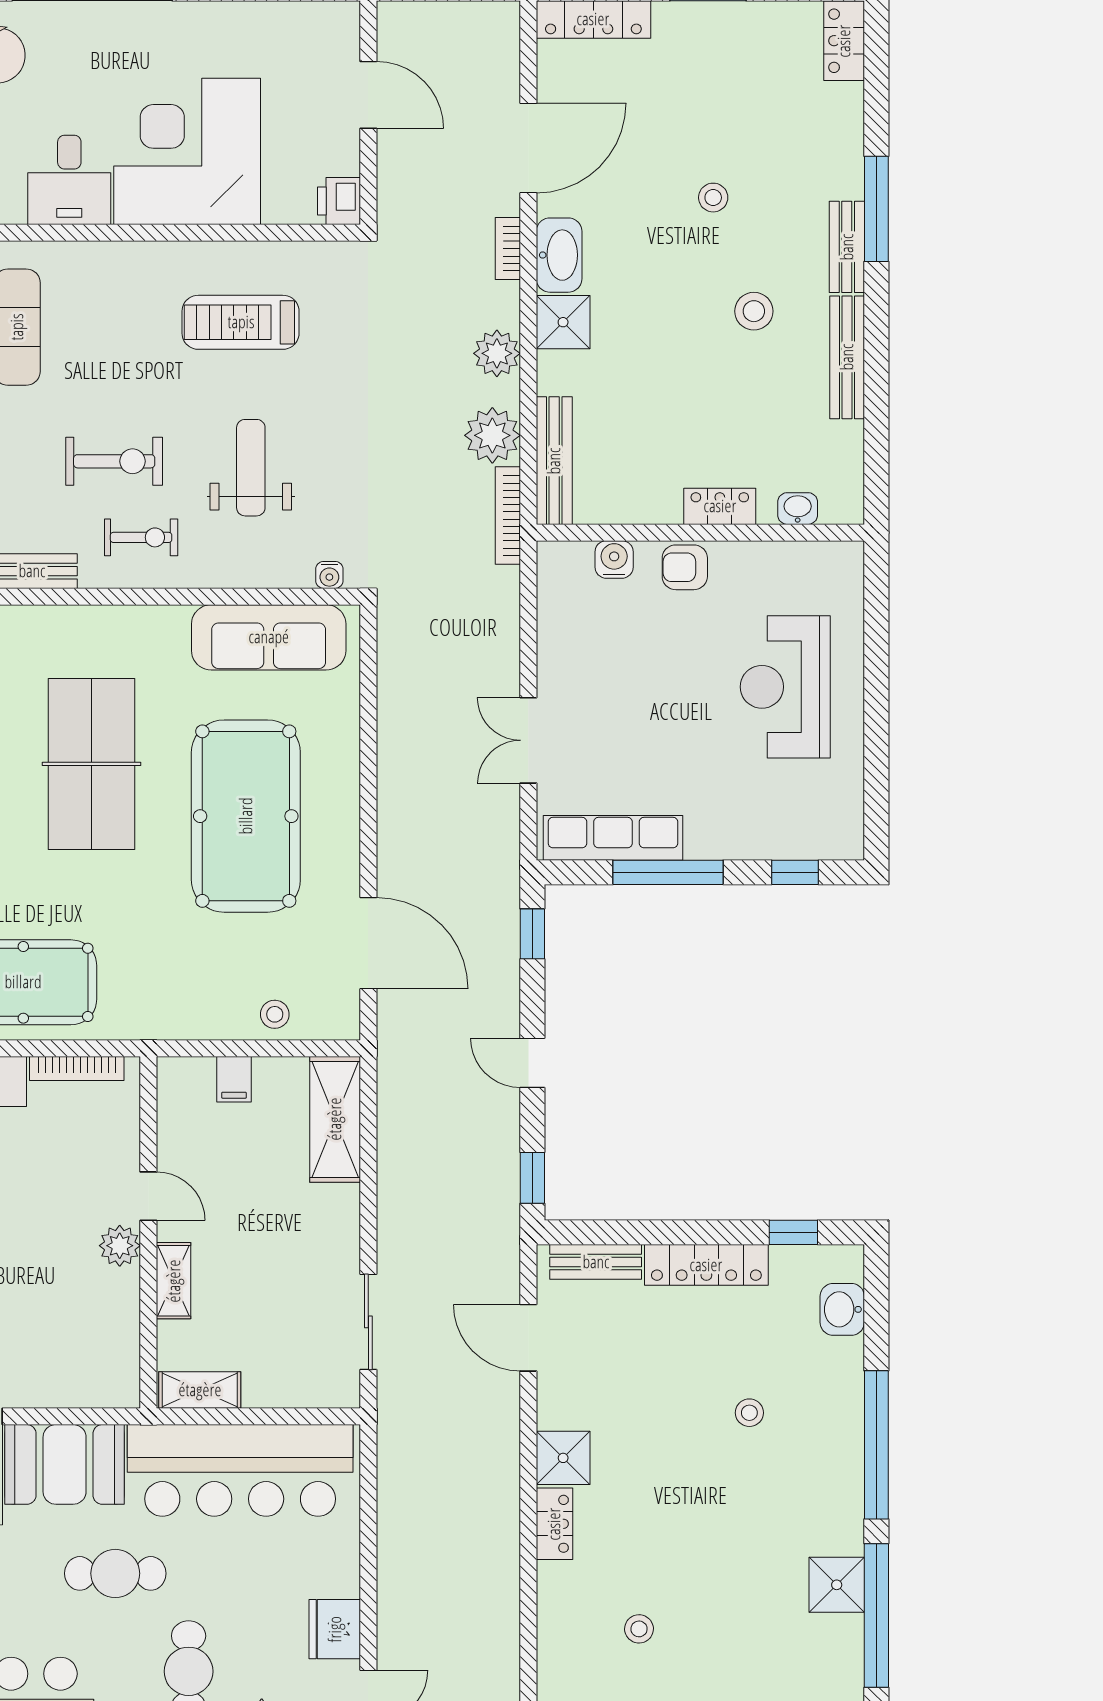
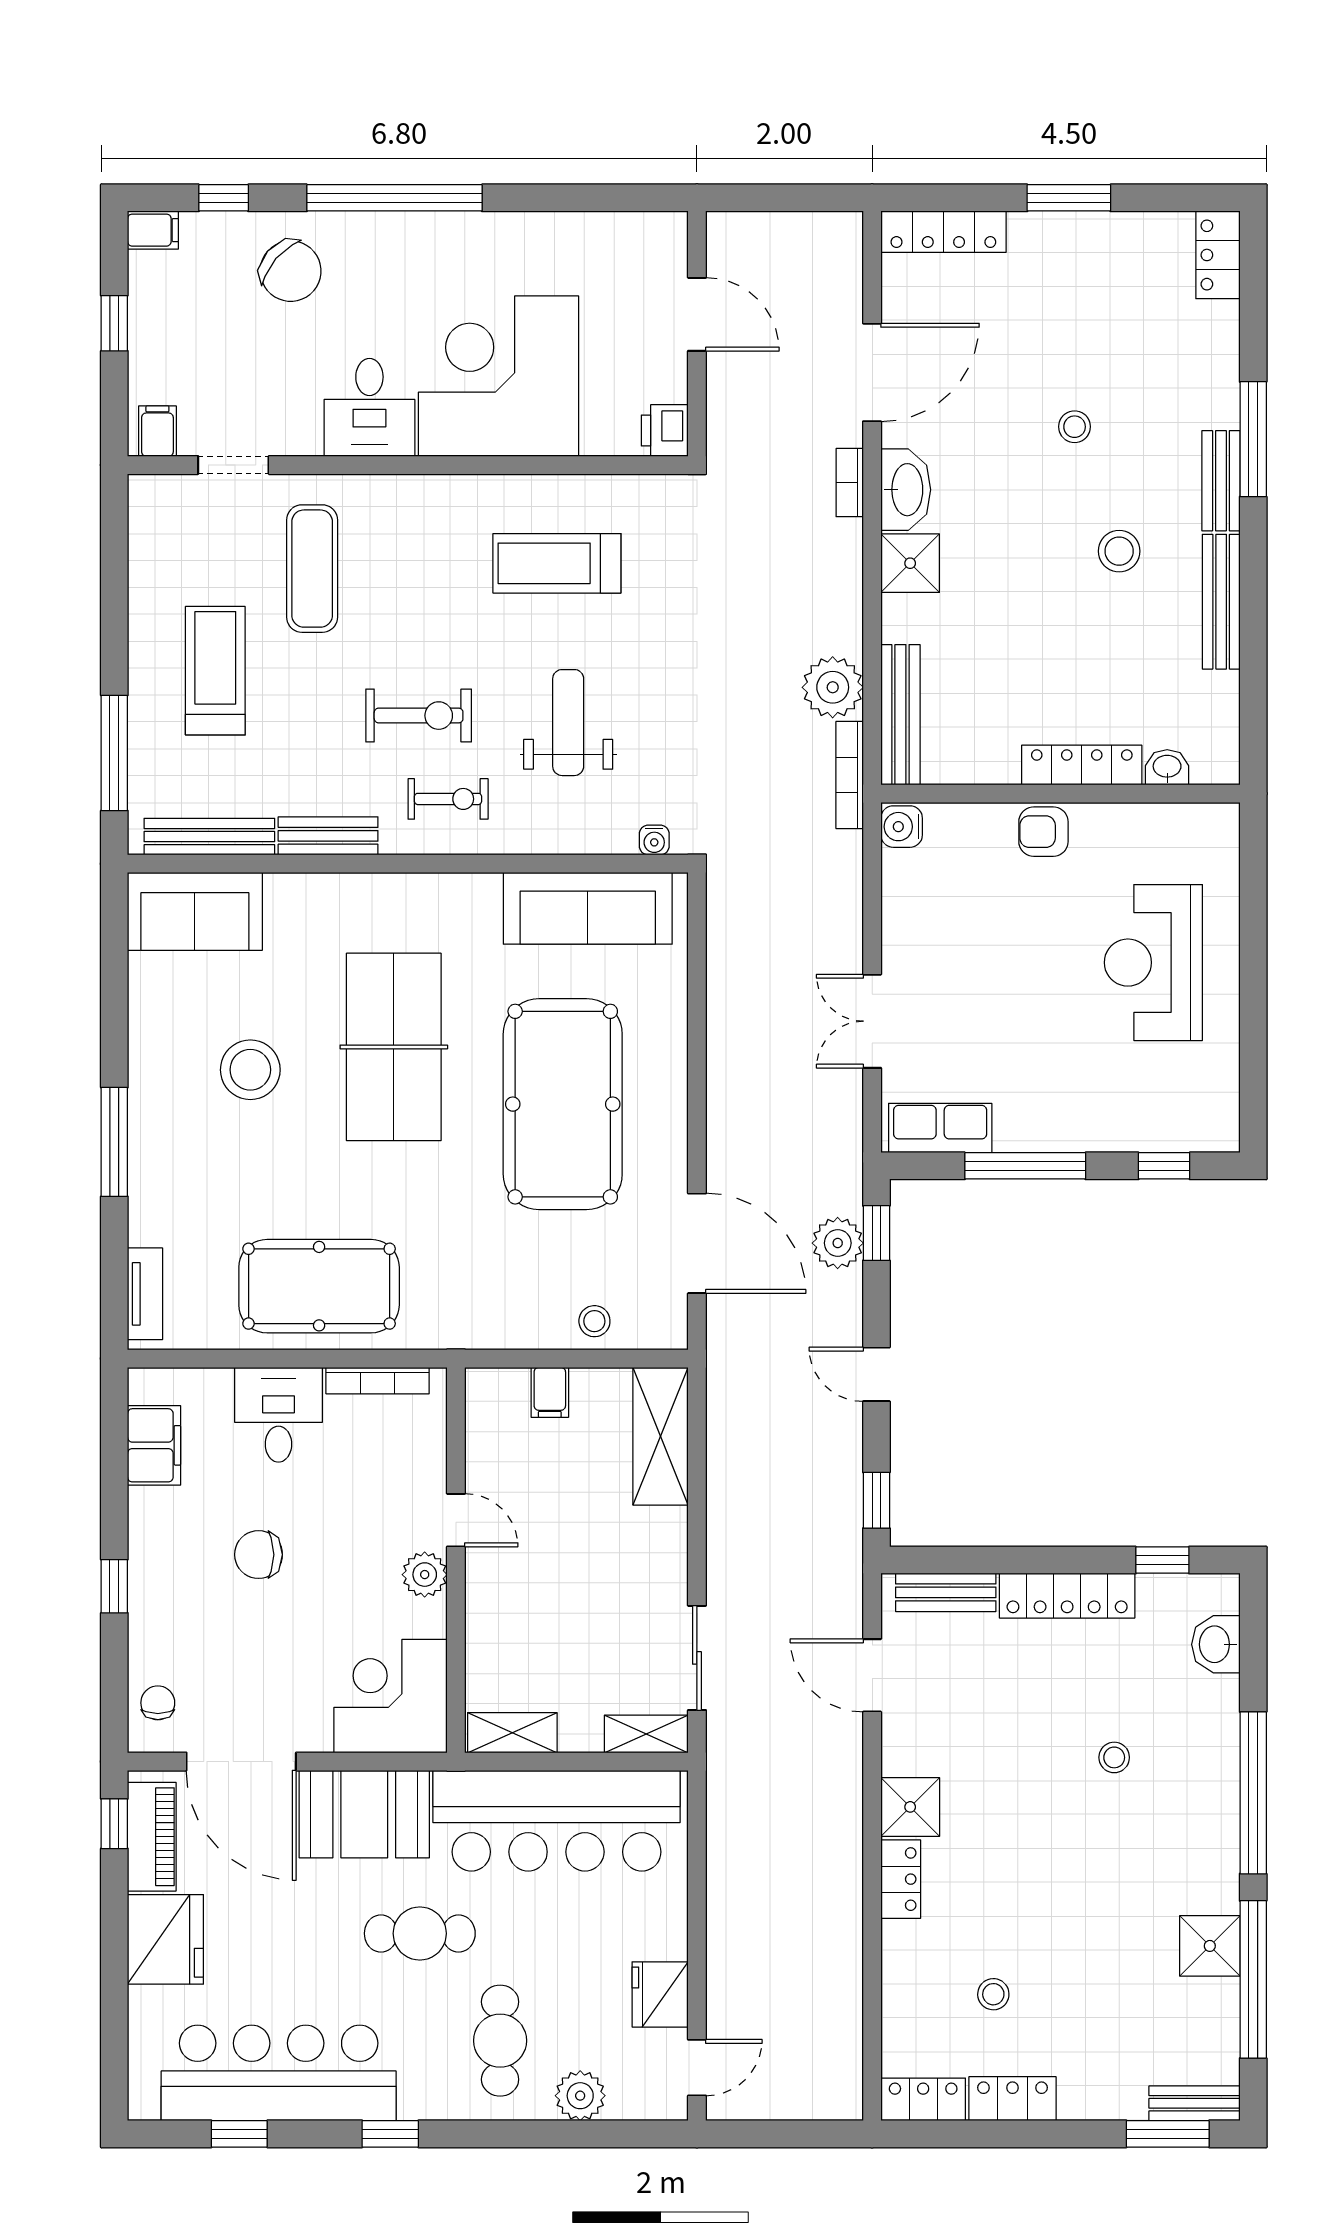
plant: (497, 353) -> (838, 1243), moved
locker: (720, 506) -> (1082, 765), width x1.53
water cooler: (614, 559) -> (902, 827), moved, turned -90
row of seats: (613, 838) -> (940, 1128), width x0.68
shelving: (174, 1281) -> (646, 1734), moved, turned 90
corner desk: (89, 1357) -> (391, 1696), added

